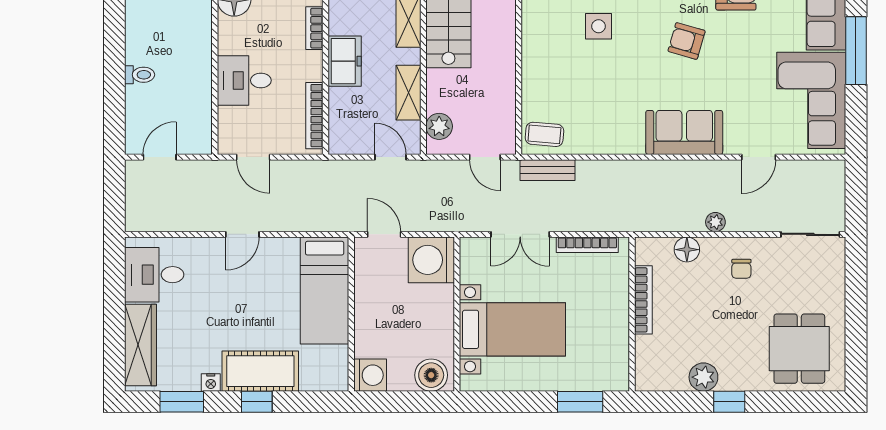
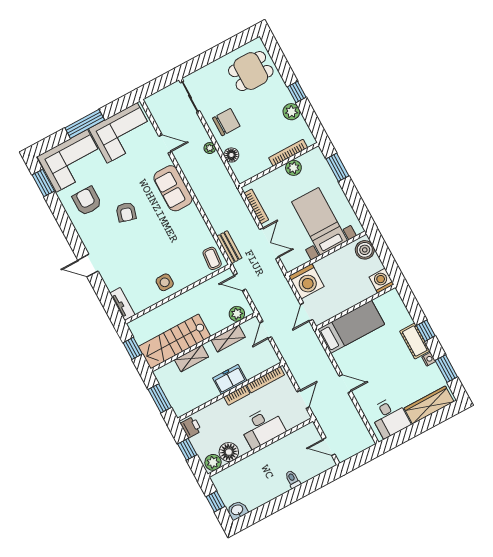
side table: (599, 26) -> (165, 282), moved
bookcase: (314, 28) -> (237, 395), moved
desk: (244, 80) -> (262, 427), width x1.37
door: (485, 157) -> (240, 282), swing flipped
chair: (741, 269) -> (226, 122), width x1.87, depth x1.87
bookcase: (643, 300) -> (288, 153), moved
plant: (616, 334) -> (293, 168), added
cot: (260, 371) -> (415, 341), width x0.73, depth x0.75

